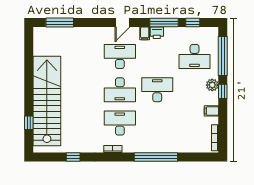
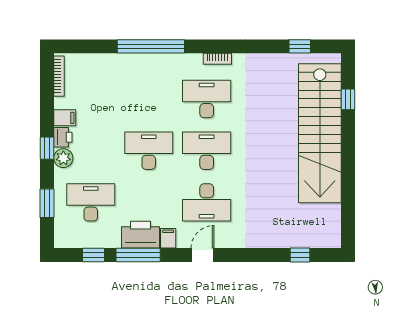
window: (60, 23) -> (300, 255), width x0.46
printer: (157, 33) -> (140, 235), width x1.87, depth x1.48
window: (223, 56) -> (47, 203), width x0.47
desk: (157, 90) -> (149, 151), turned 180
printer: (213, 98) -> (63, 137), added
desk: (120, 123) -> (207, 99), turned 180
window: (73, 157) -> (300, 46), moved

